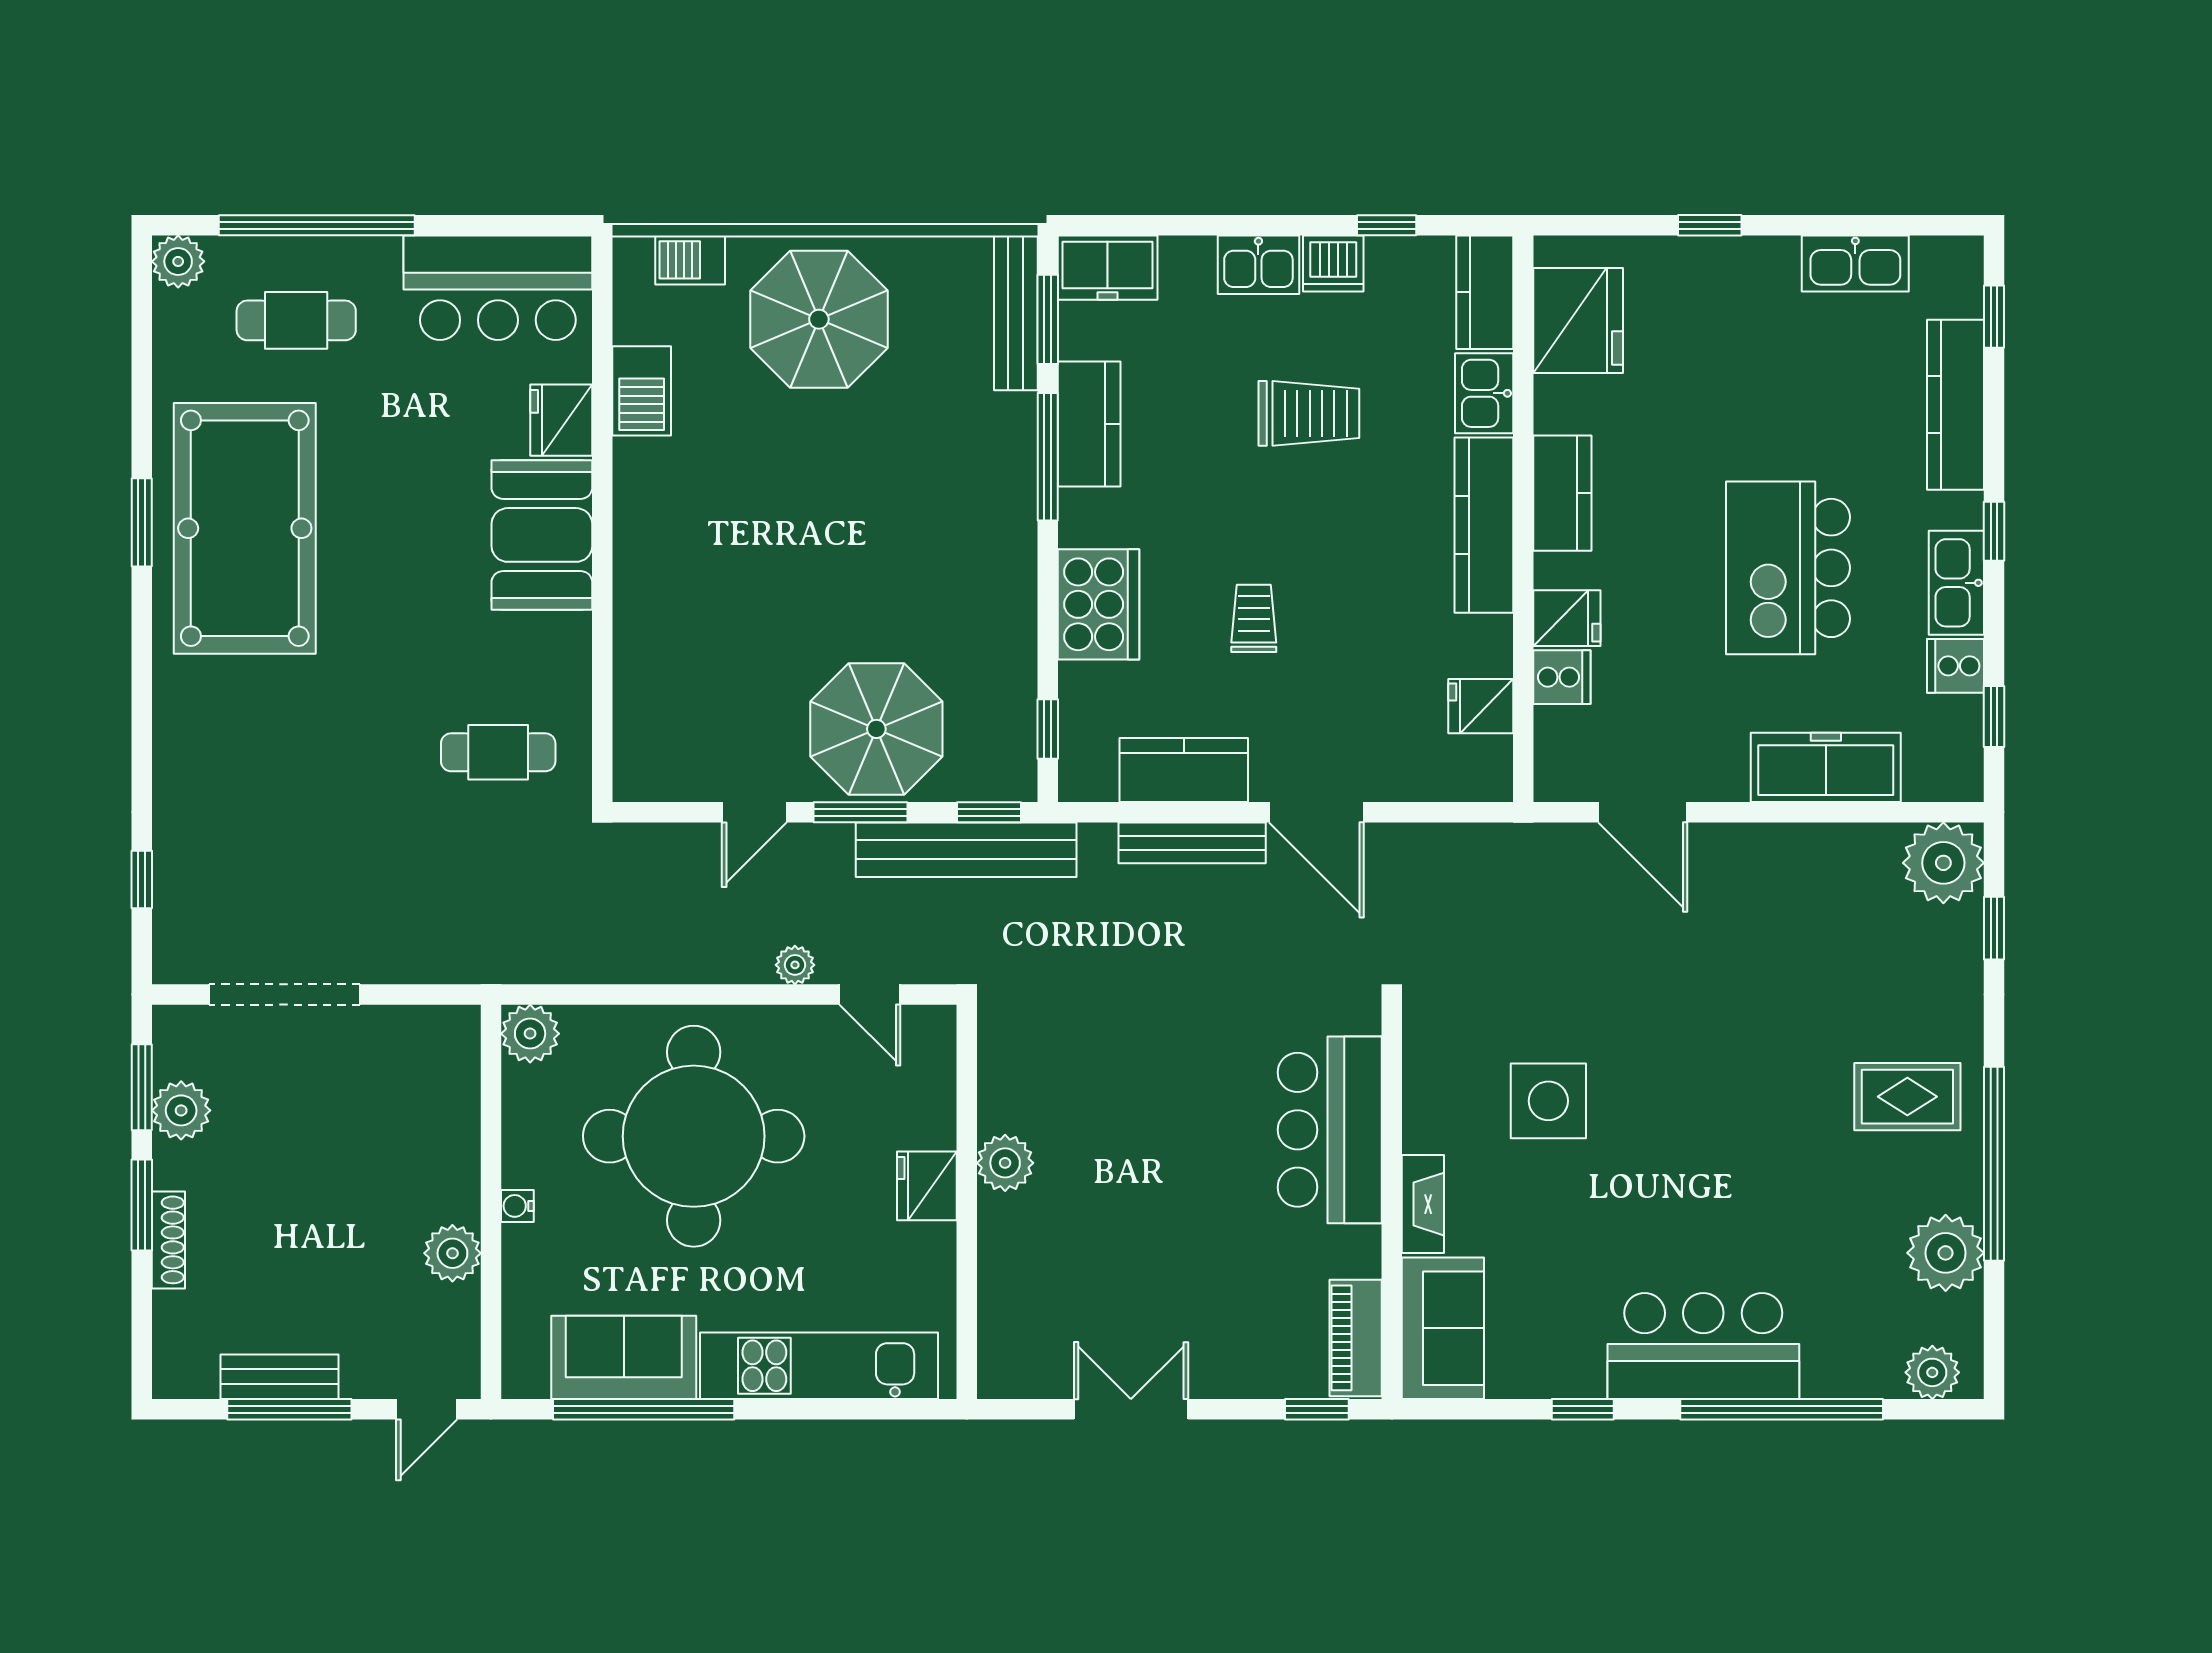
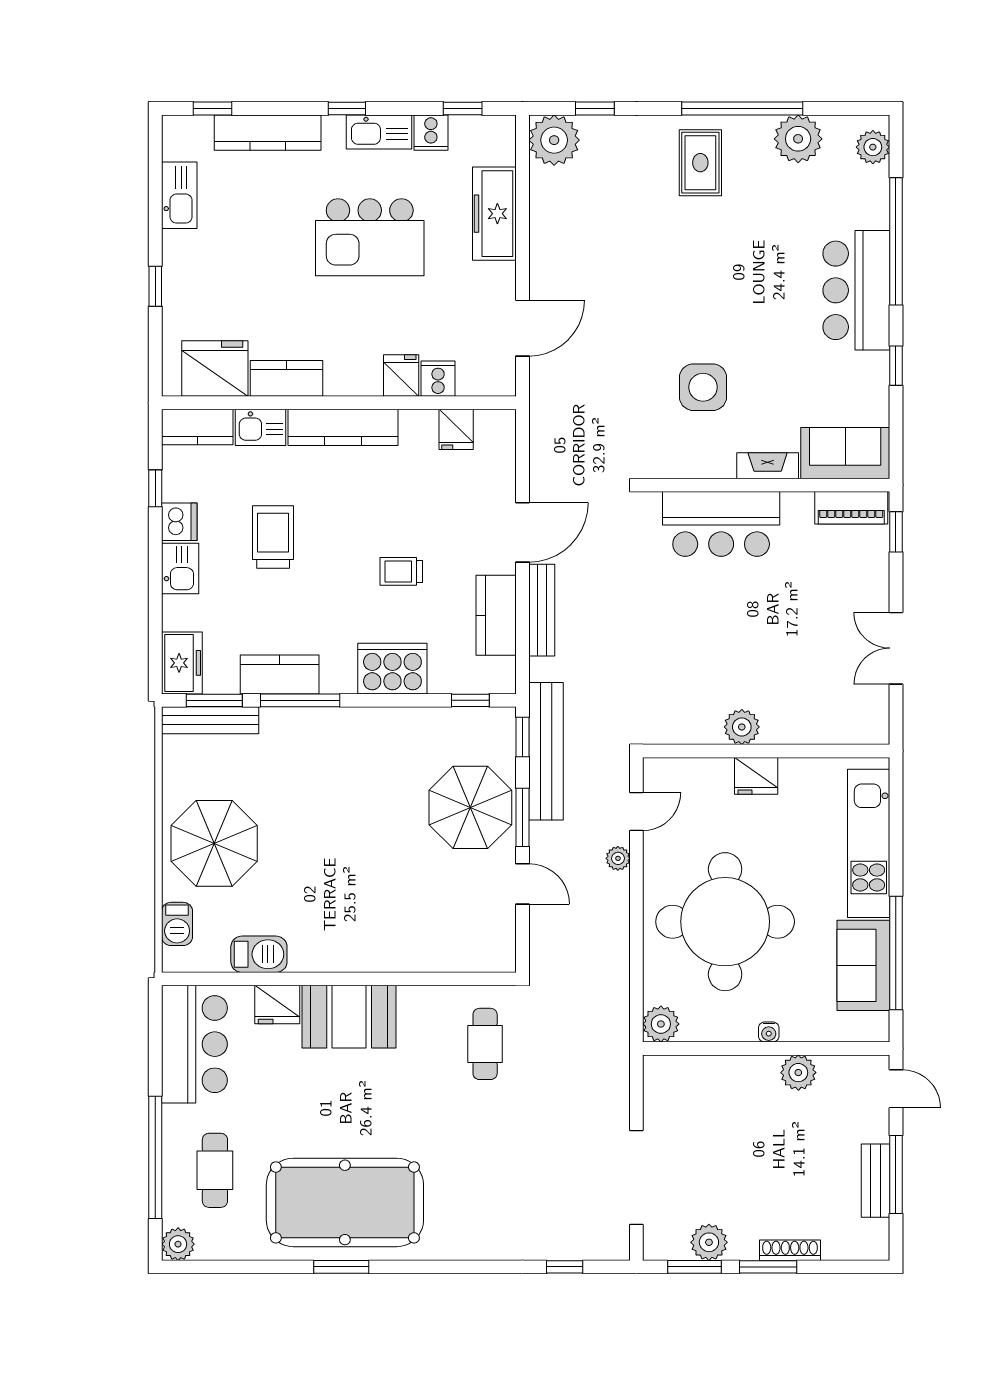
kitchen counter: (1562, 493) -> (287, 378), moved

